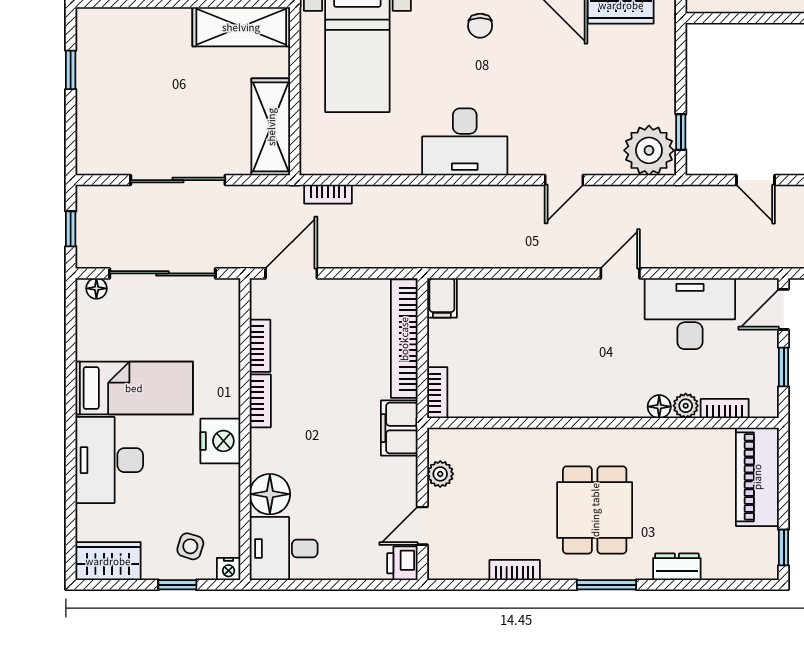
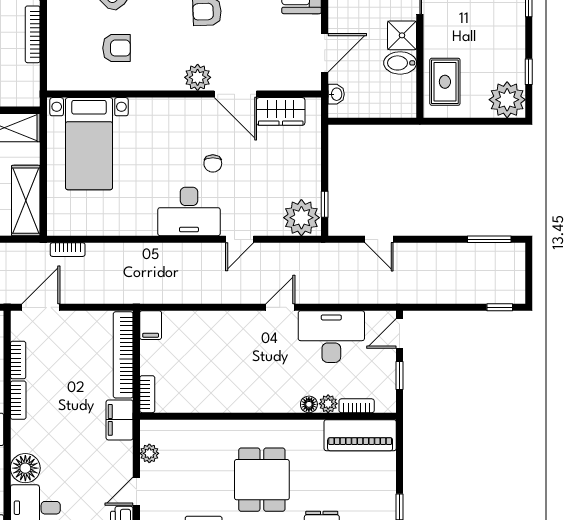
chair: (480, 26) -> (213, 163), moved
desk: (465, 142) -> (189, 211), moved
piano: (757, 477) -> (360, 435), moved, turned -90

